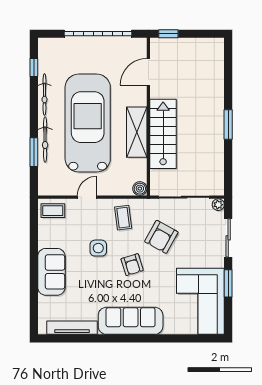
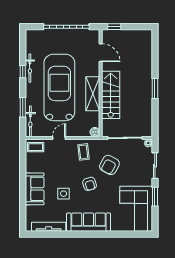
window: (34, 68) -> (23, 72), moved
door: (148, 72) -> (101, 53), swing flipped
bicycle: (45, 140) -> (30, 121), moved
side table: (98, 248) -> (64, 194), moved

